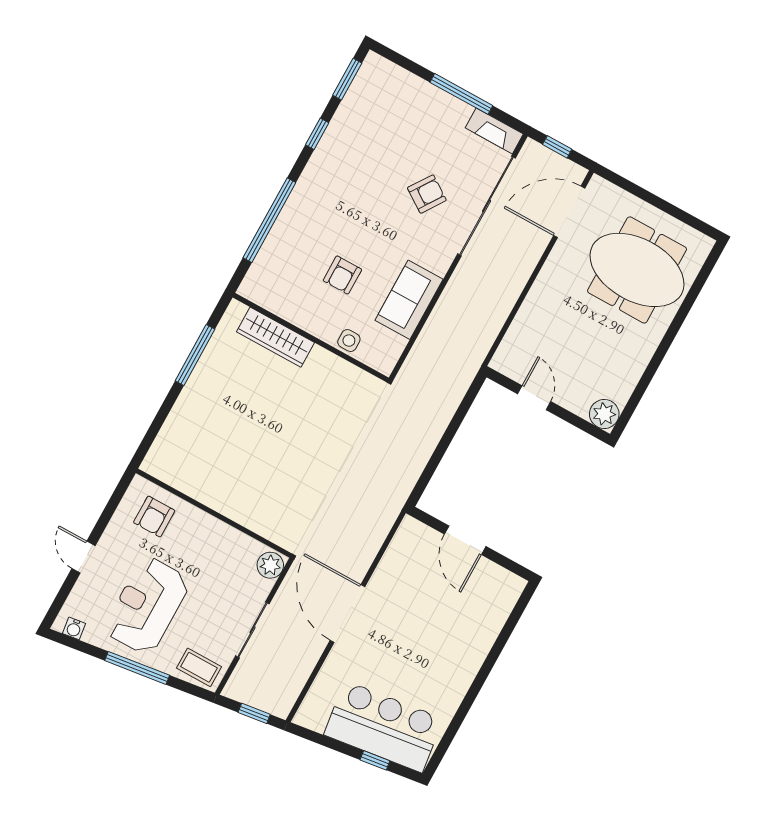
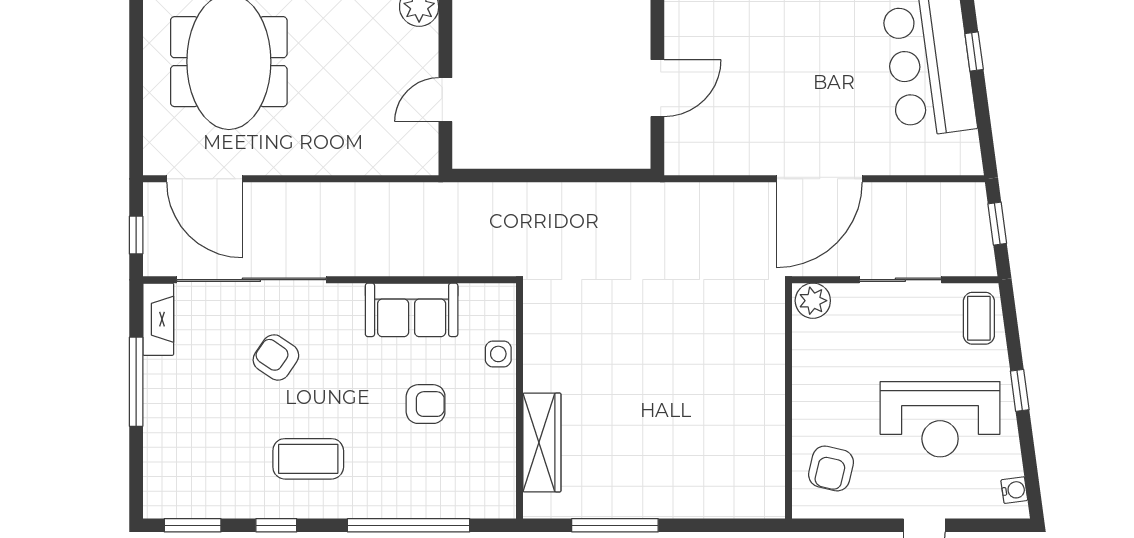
coffee table: (349, 179) -> (308, 459), added
armchair: (154, 517) -> (831, 468), turned 103
window: (137, 668) -> (1020, 390), width x0.46

